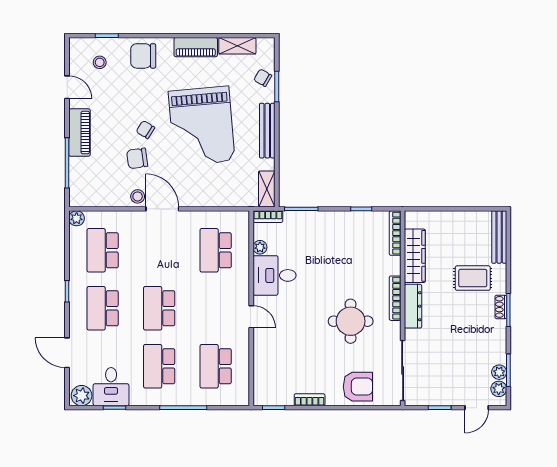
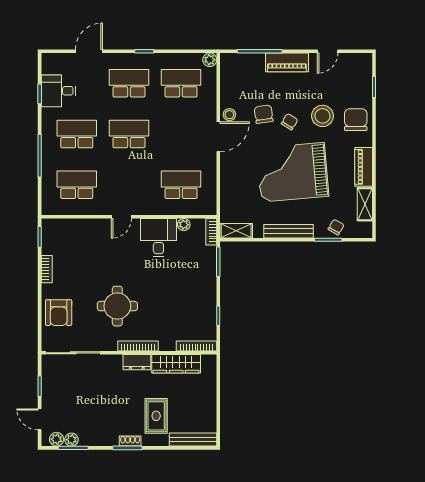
stool: (100, 62) -> (322, 116), moved, width x1.89, depth x1.89
dresser: (413, 306) -> (137, 362), width x0.70
plant: (82, 396) -> (50, 64), removed

